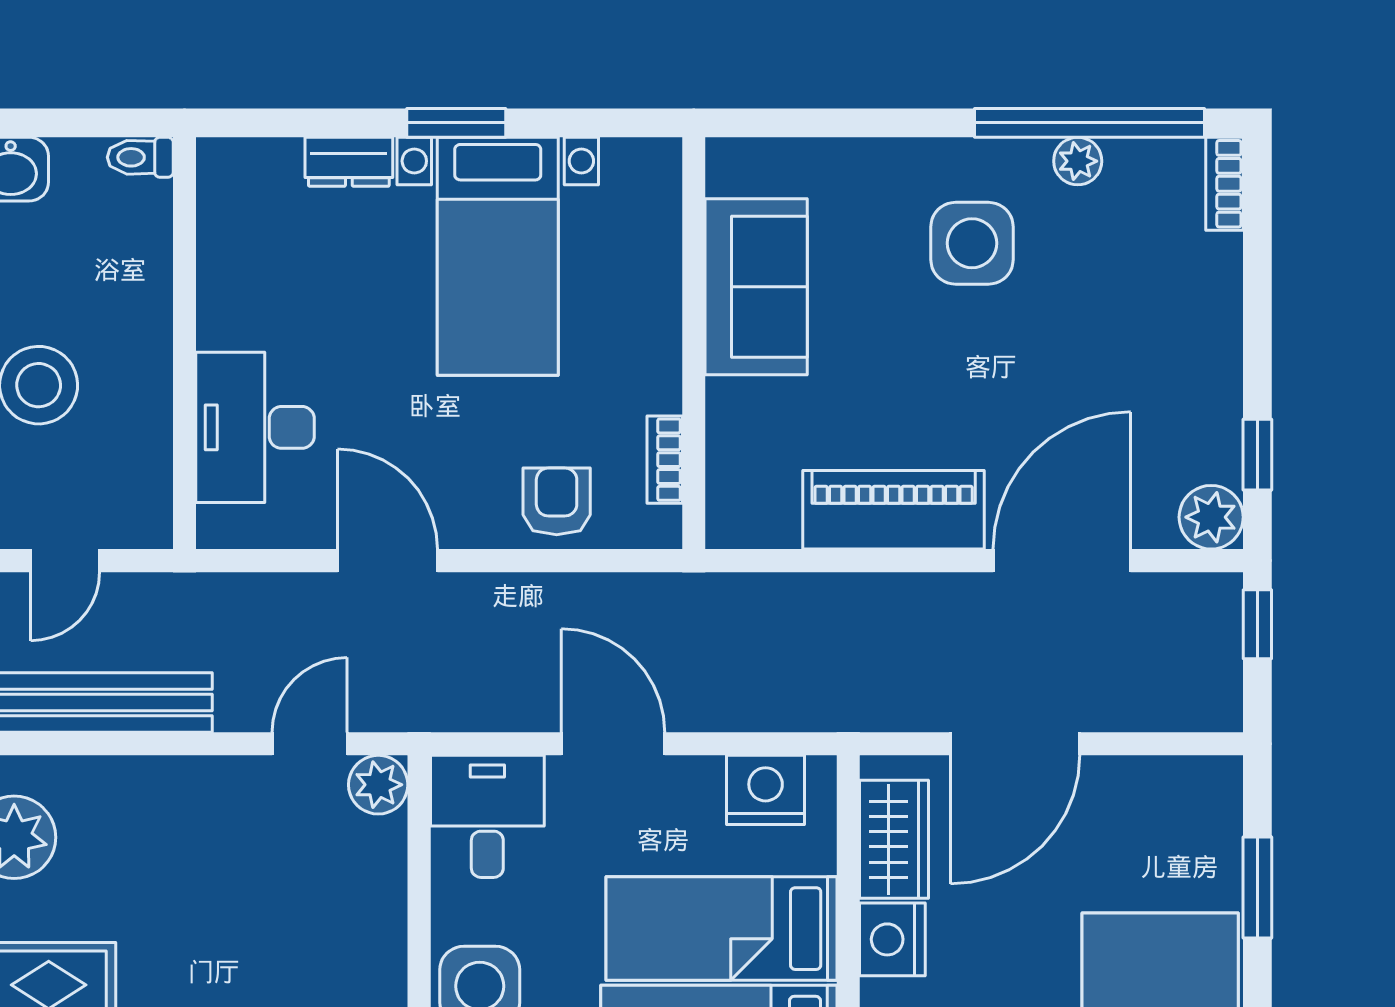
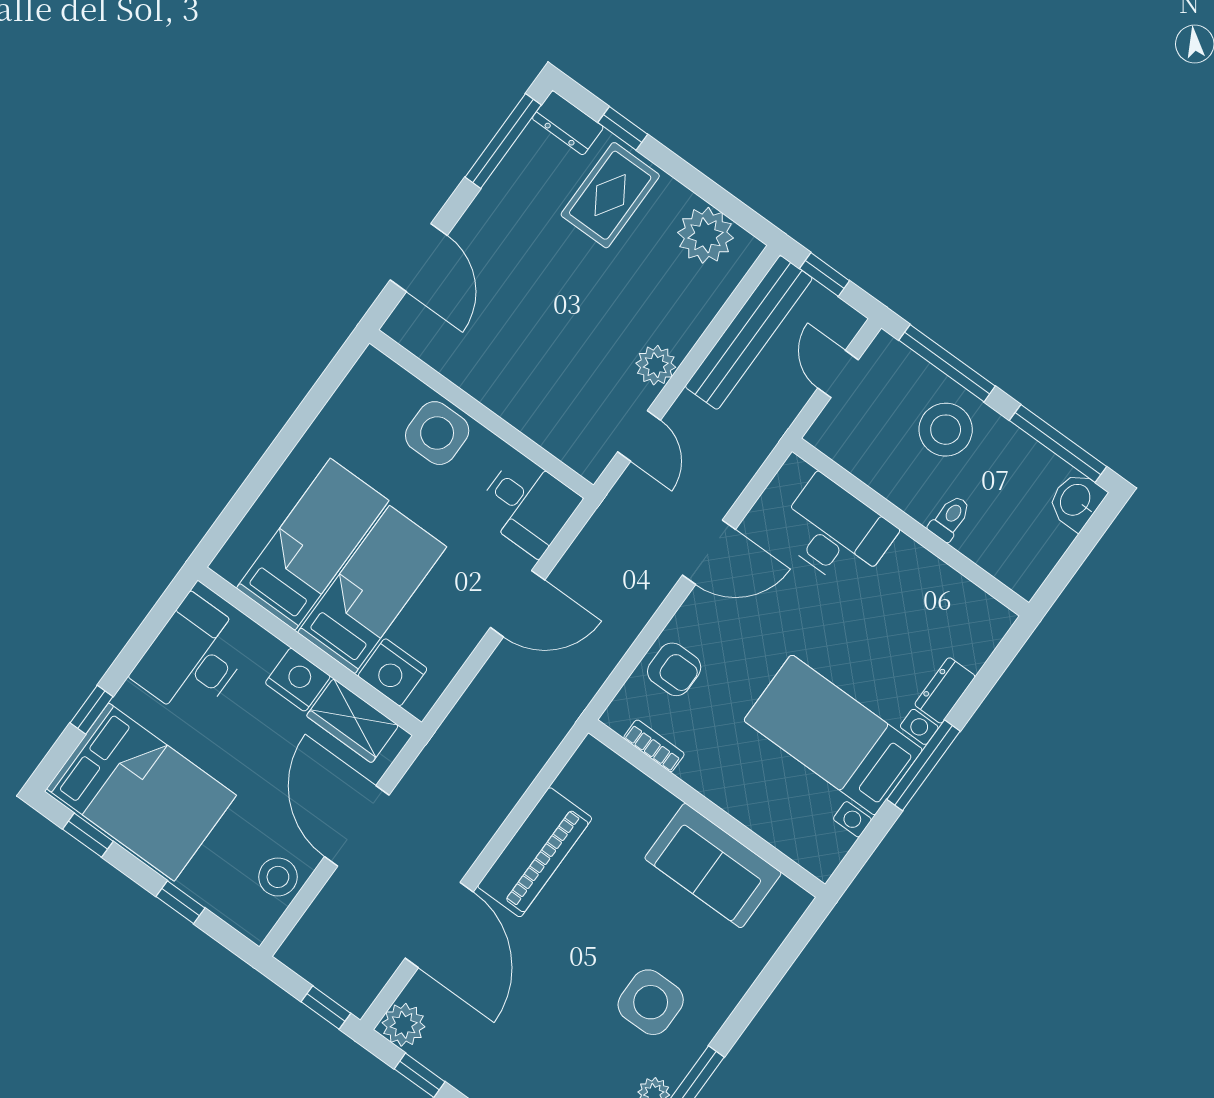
window: (456, 123) -> (923, 765), width x1.44
toilet: (140, 157) -> (950, 518), moved
plant: (378, 785) -> (656, 365), moved
nightstand: (766, 790) -> (393, 672), moved, turned 90
stool: (1144, 793) -> (278, 877), added
window: (1257, 887) -> (180, 902), width x0.67

